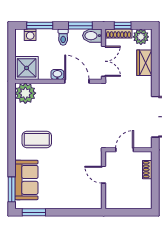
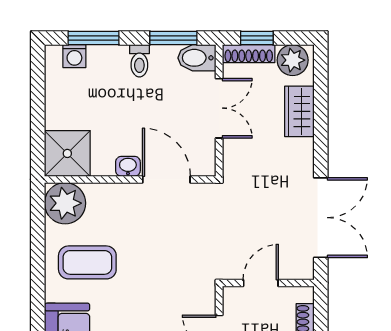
shower: (27, 68) -> (67, 153), moved
washbasin: (57, 74) -> (128, 166), moved
wall: (58, 81) -> (130, 179), moved
door: (77, 81) -> (166, 179), moved
plant: (25, 93) -> (65, 203), moved

